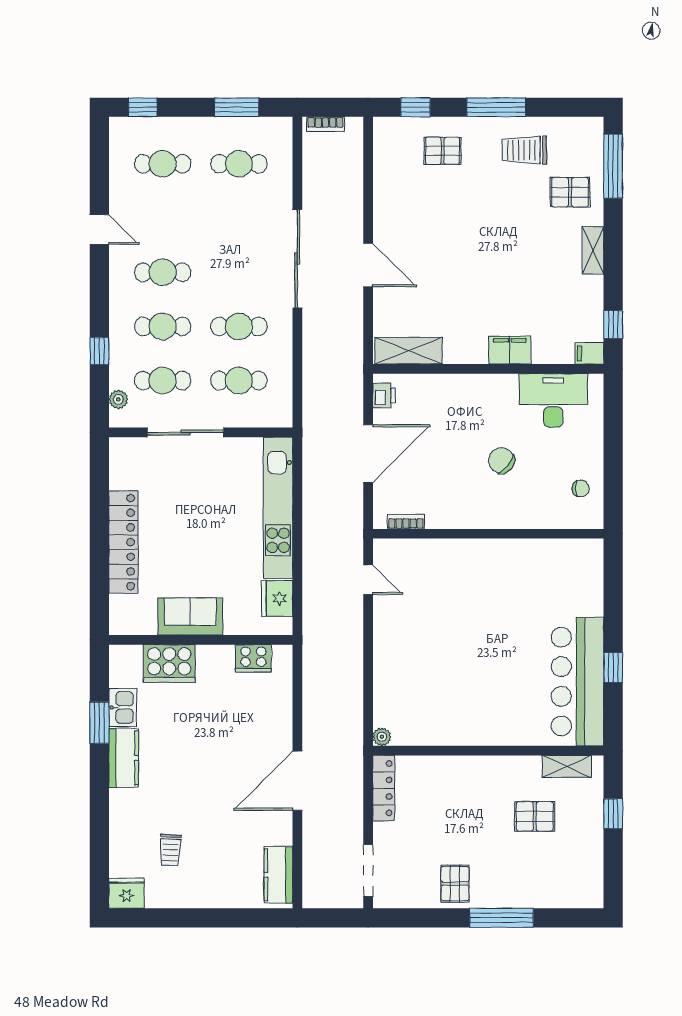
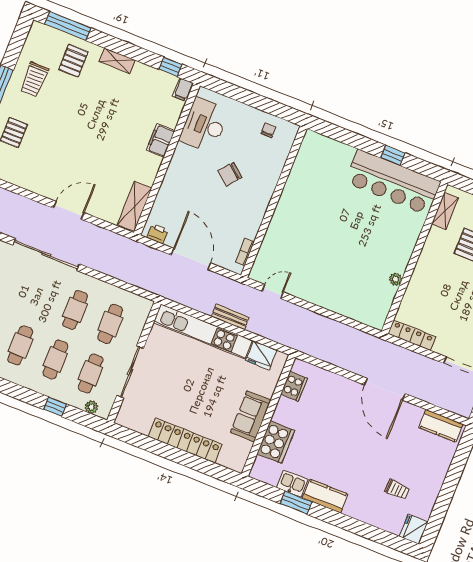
bench: (312, 536) -> (230, 317), added
plant: (382, 737) -> (396, 279), moved

